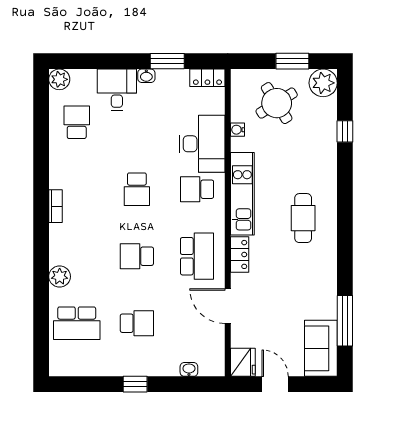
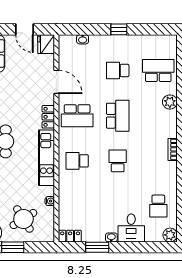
desk: (202, 144) -> (74, 192), removed
school desk: (197, 189) -> (77, 161), turned 180
school desk: (137, 256) -> (118, 116), width x1.85
school desk: (197, 256) -> (77, 116), turned -90

